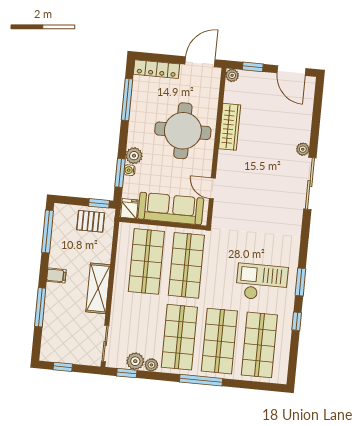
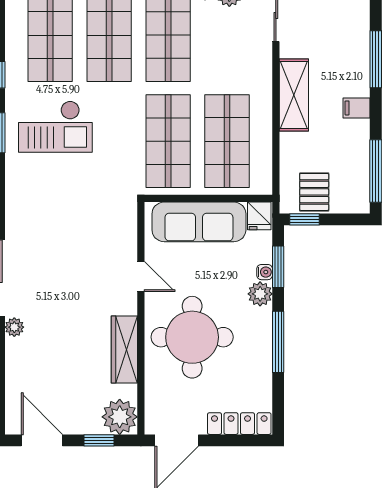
plant: (232, 75) -> (120, 417), width x1.88, depth x1.88
window: (127, 100) -> (278, 342), moved
door: (212, 188) -> (141, 277), moved
pallet: (91, 221) -> (314, 192), turned 90

